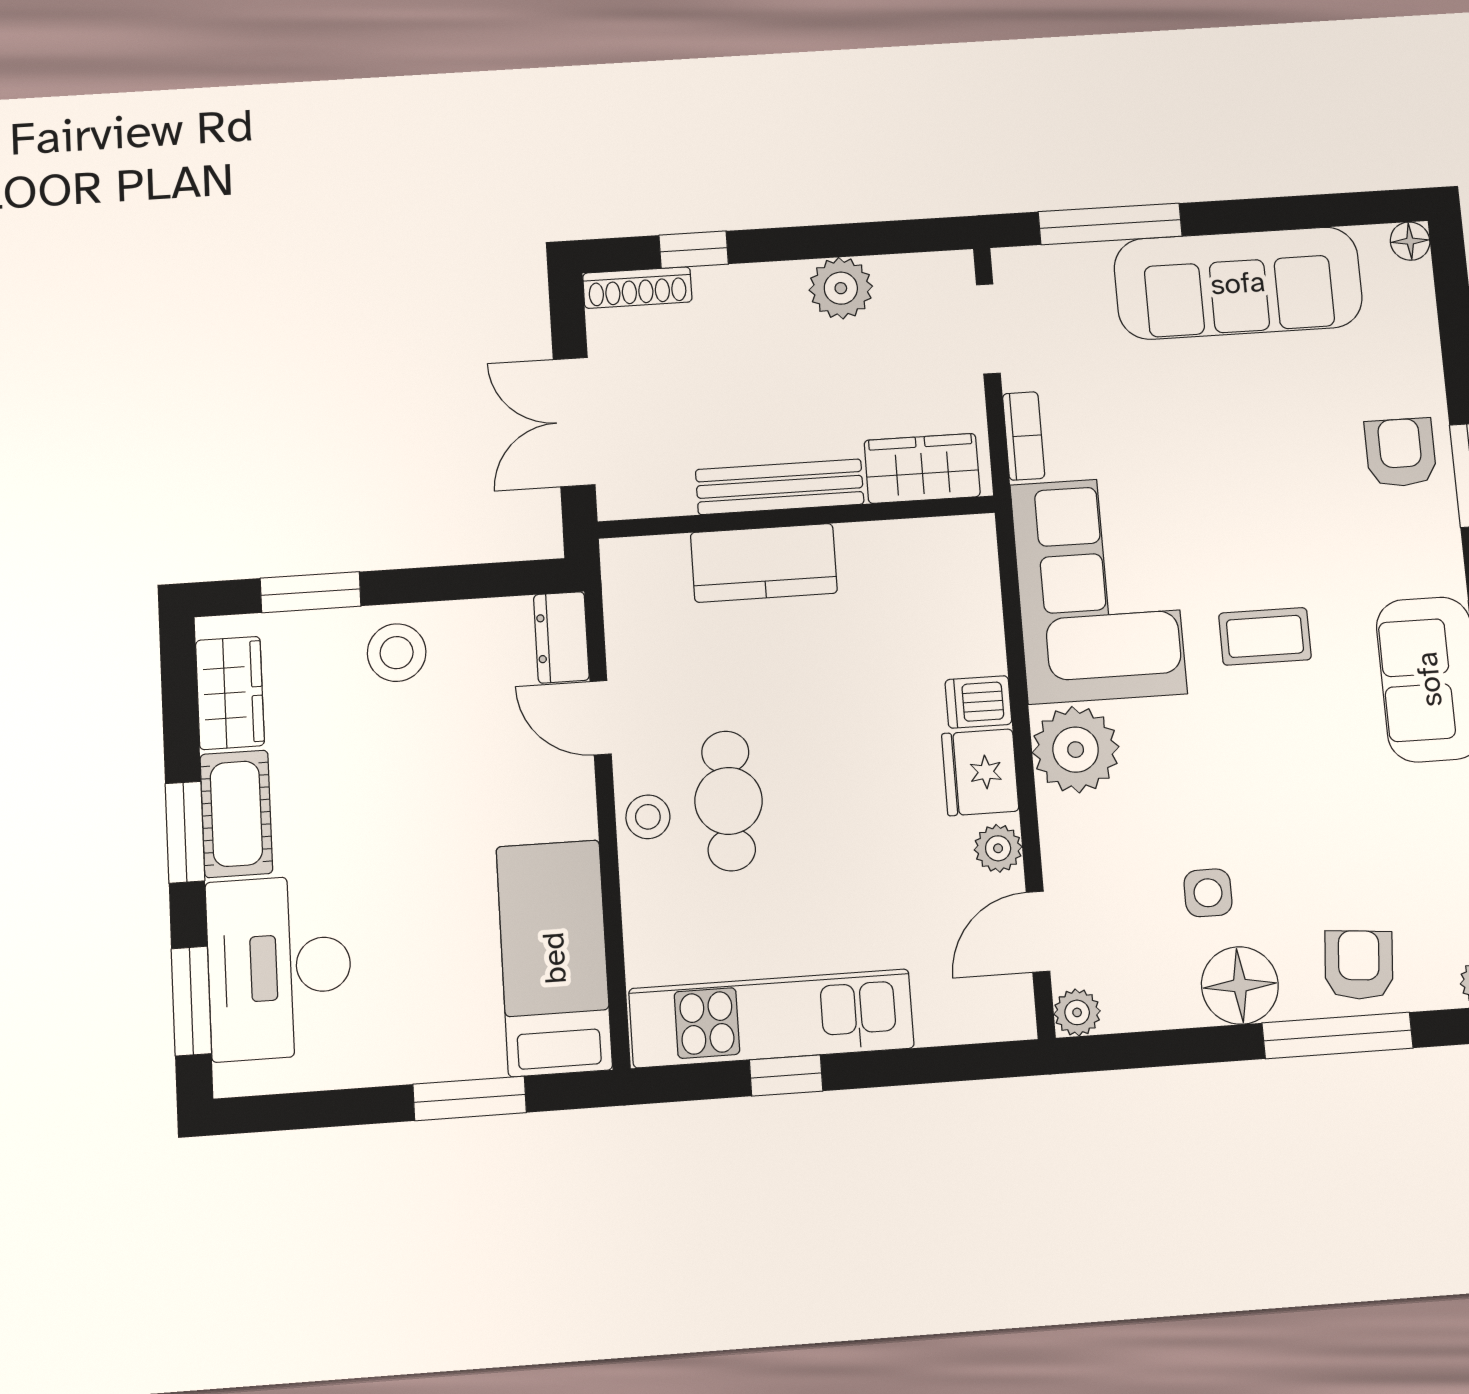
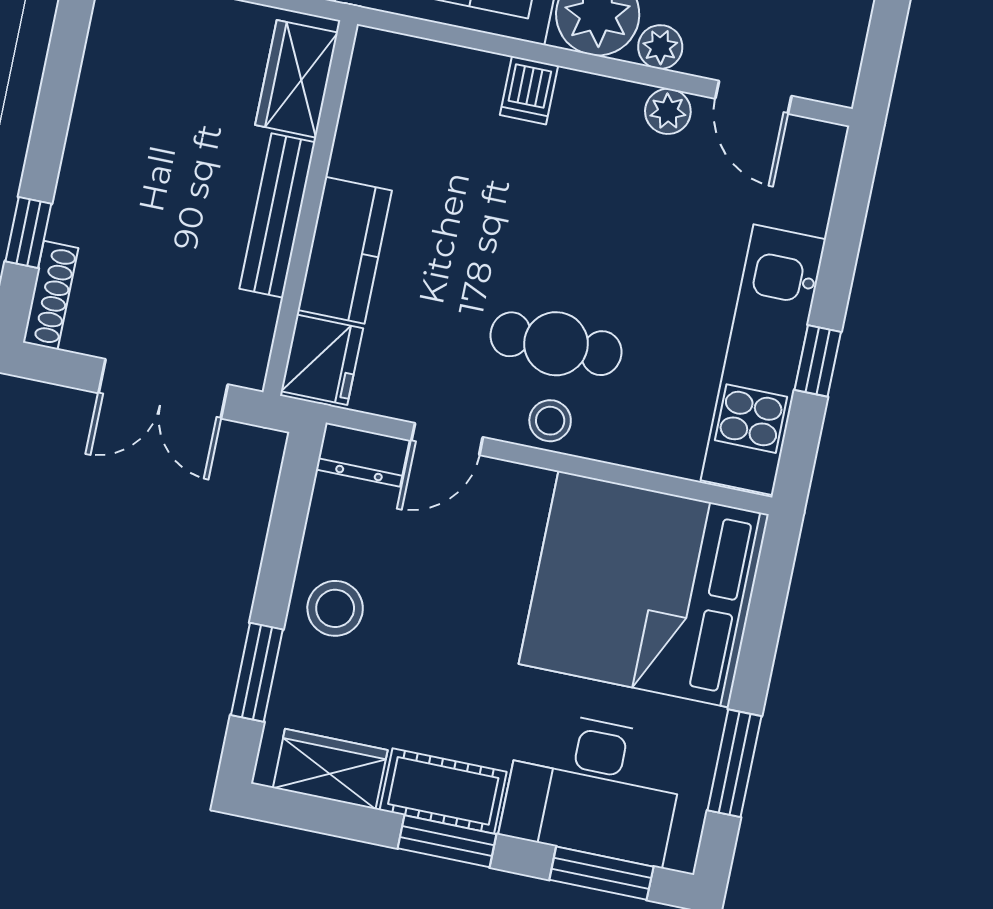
plant: (841, 288) -> (103, 105), removed
fridge: (980, 772) -> (322, 360), moved, turned -90
bed: (554, 958) -> (644, 589), width x2.04
plant: (1077, 1012) -> (660, 47), moved
window: (470, 1098) -> (734, 763), moved

